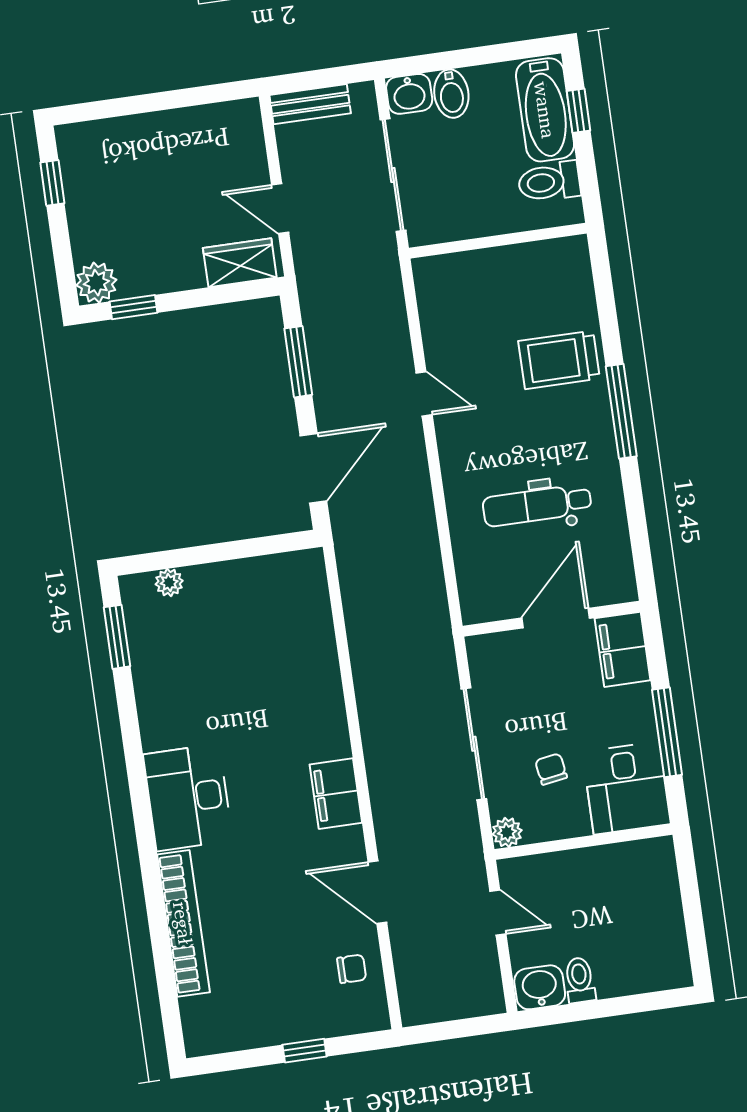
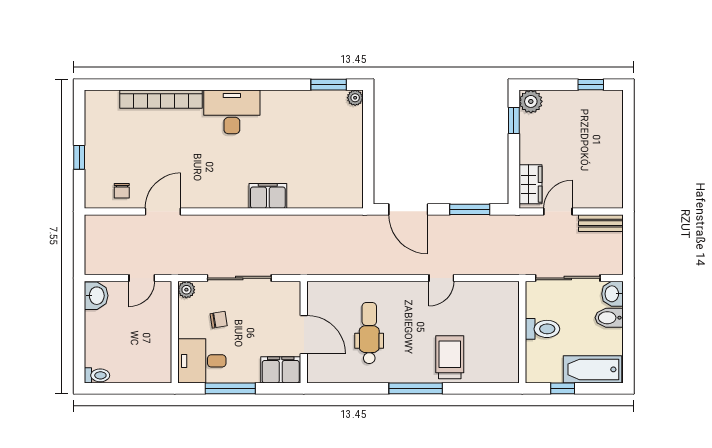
bench: (310, 104) -> (601, 223), moved, turned 90
window: (579, 111) -> (563, 388), moved
toilet: (549, 182) -> (542, 329), moved, turned 90
plant: (169, 582) -> (355, 98), moved
filing cabinet: (336, 794) -> (268, 196), moved
toilet: (580, 980) -> (97, 375), moved

